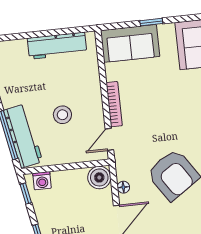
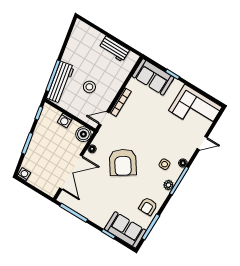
workbench: (57, 46) -> (114, 49), width x0.73
washing machine: (42, 181) -> (65, 120), moved

